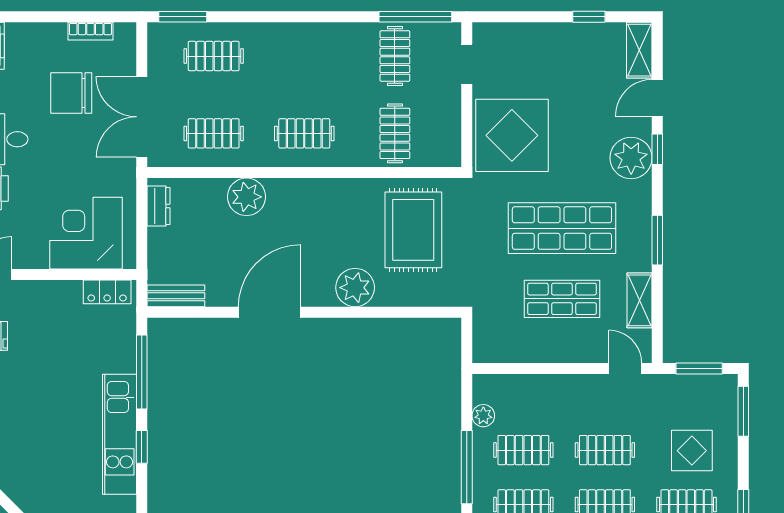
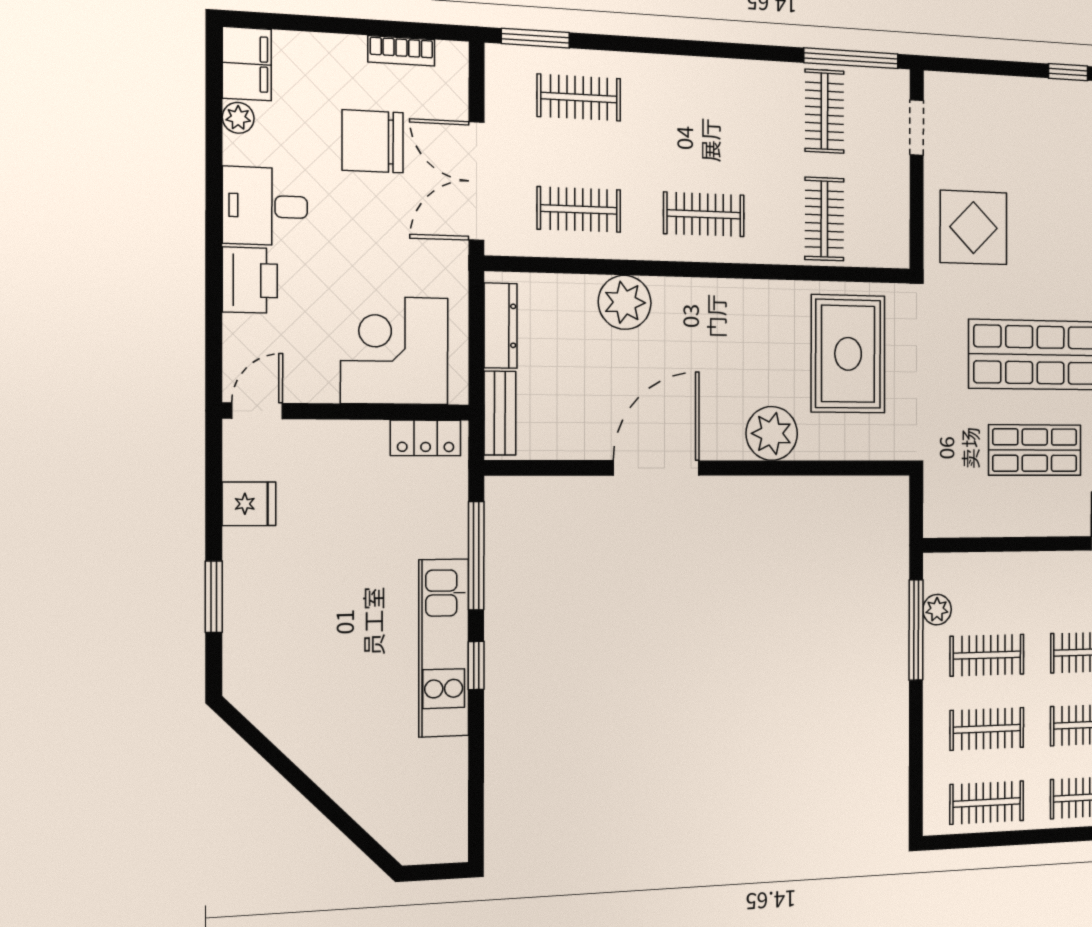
display table: (512, 135) -> (973, 228), width x0.73, depth x0.73
dresser: (159, 206) -> (501, 326), width x1.44
bench: (176, 296) -> (500, 413), moved, turned 90
window: (467, 467) -> (916, 630), moved

